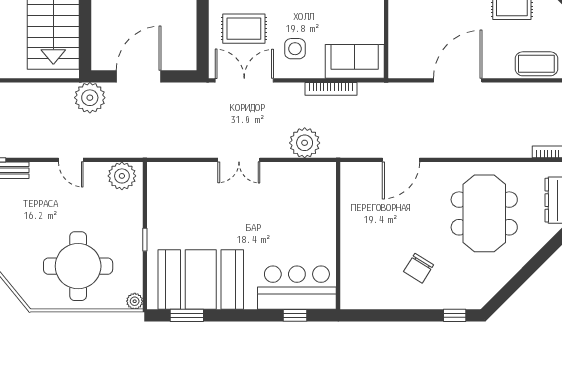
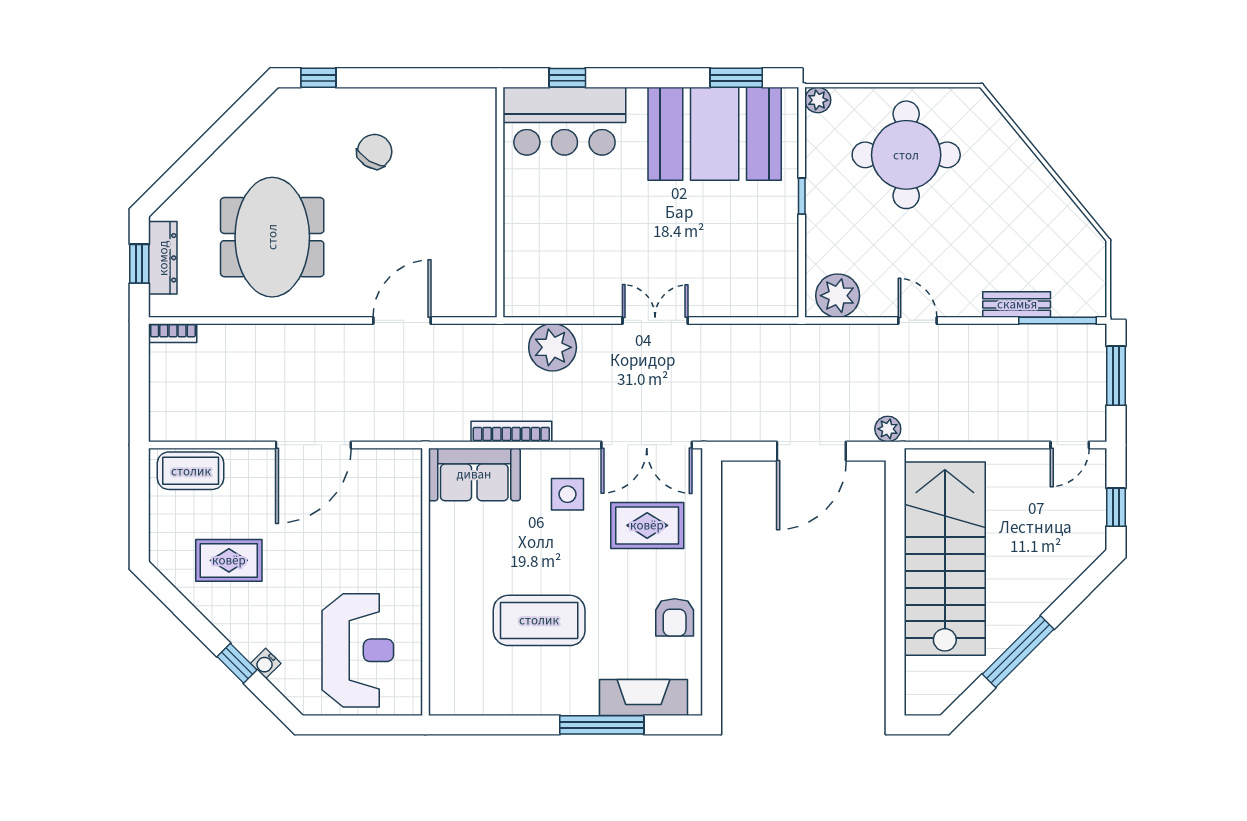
plant: (90, 98) -> (888, 429), width x0.53, depth x0.53

